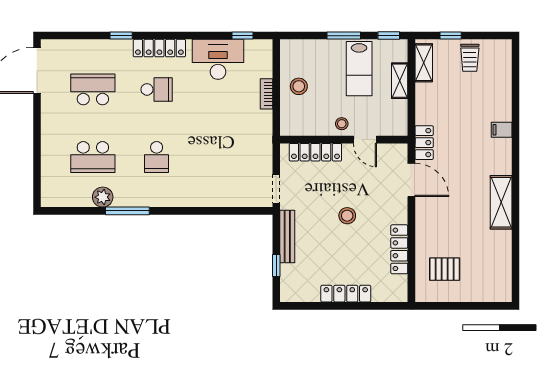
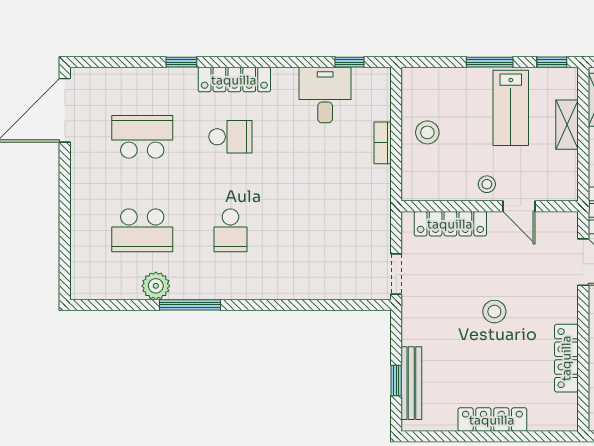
desk: (218, 59) -> (325, 95), width x0.73
bench: (287, 236) -> (411, 383), moved

